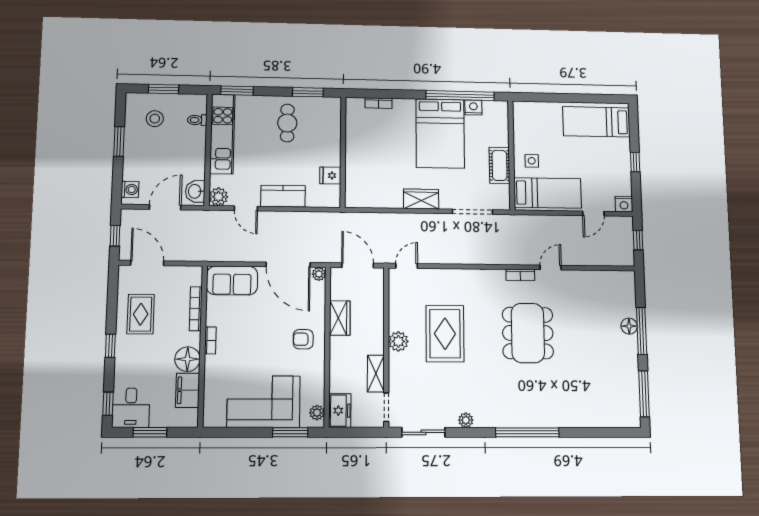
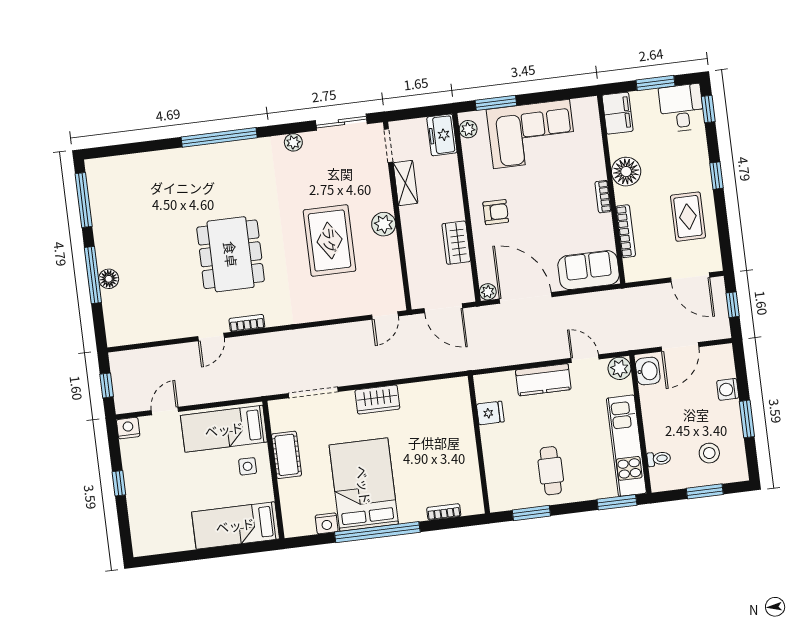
window: (460, 96) -> (377, 532), moved
bed: (596, 122) -> (235, 525), moved, turned 180
washing machine: (130, 189) -> (728, 389), moved
filing cabinet: (188, 390) -> (618, 113), moved

